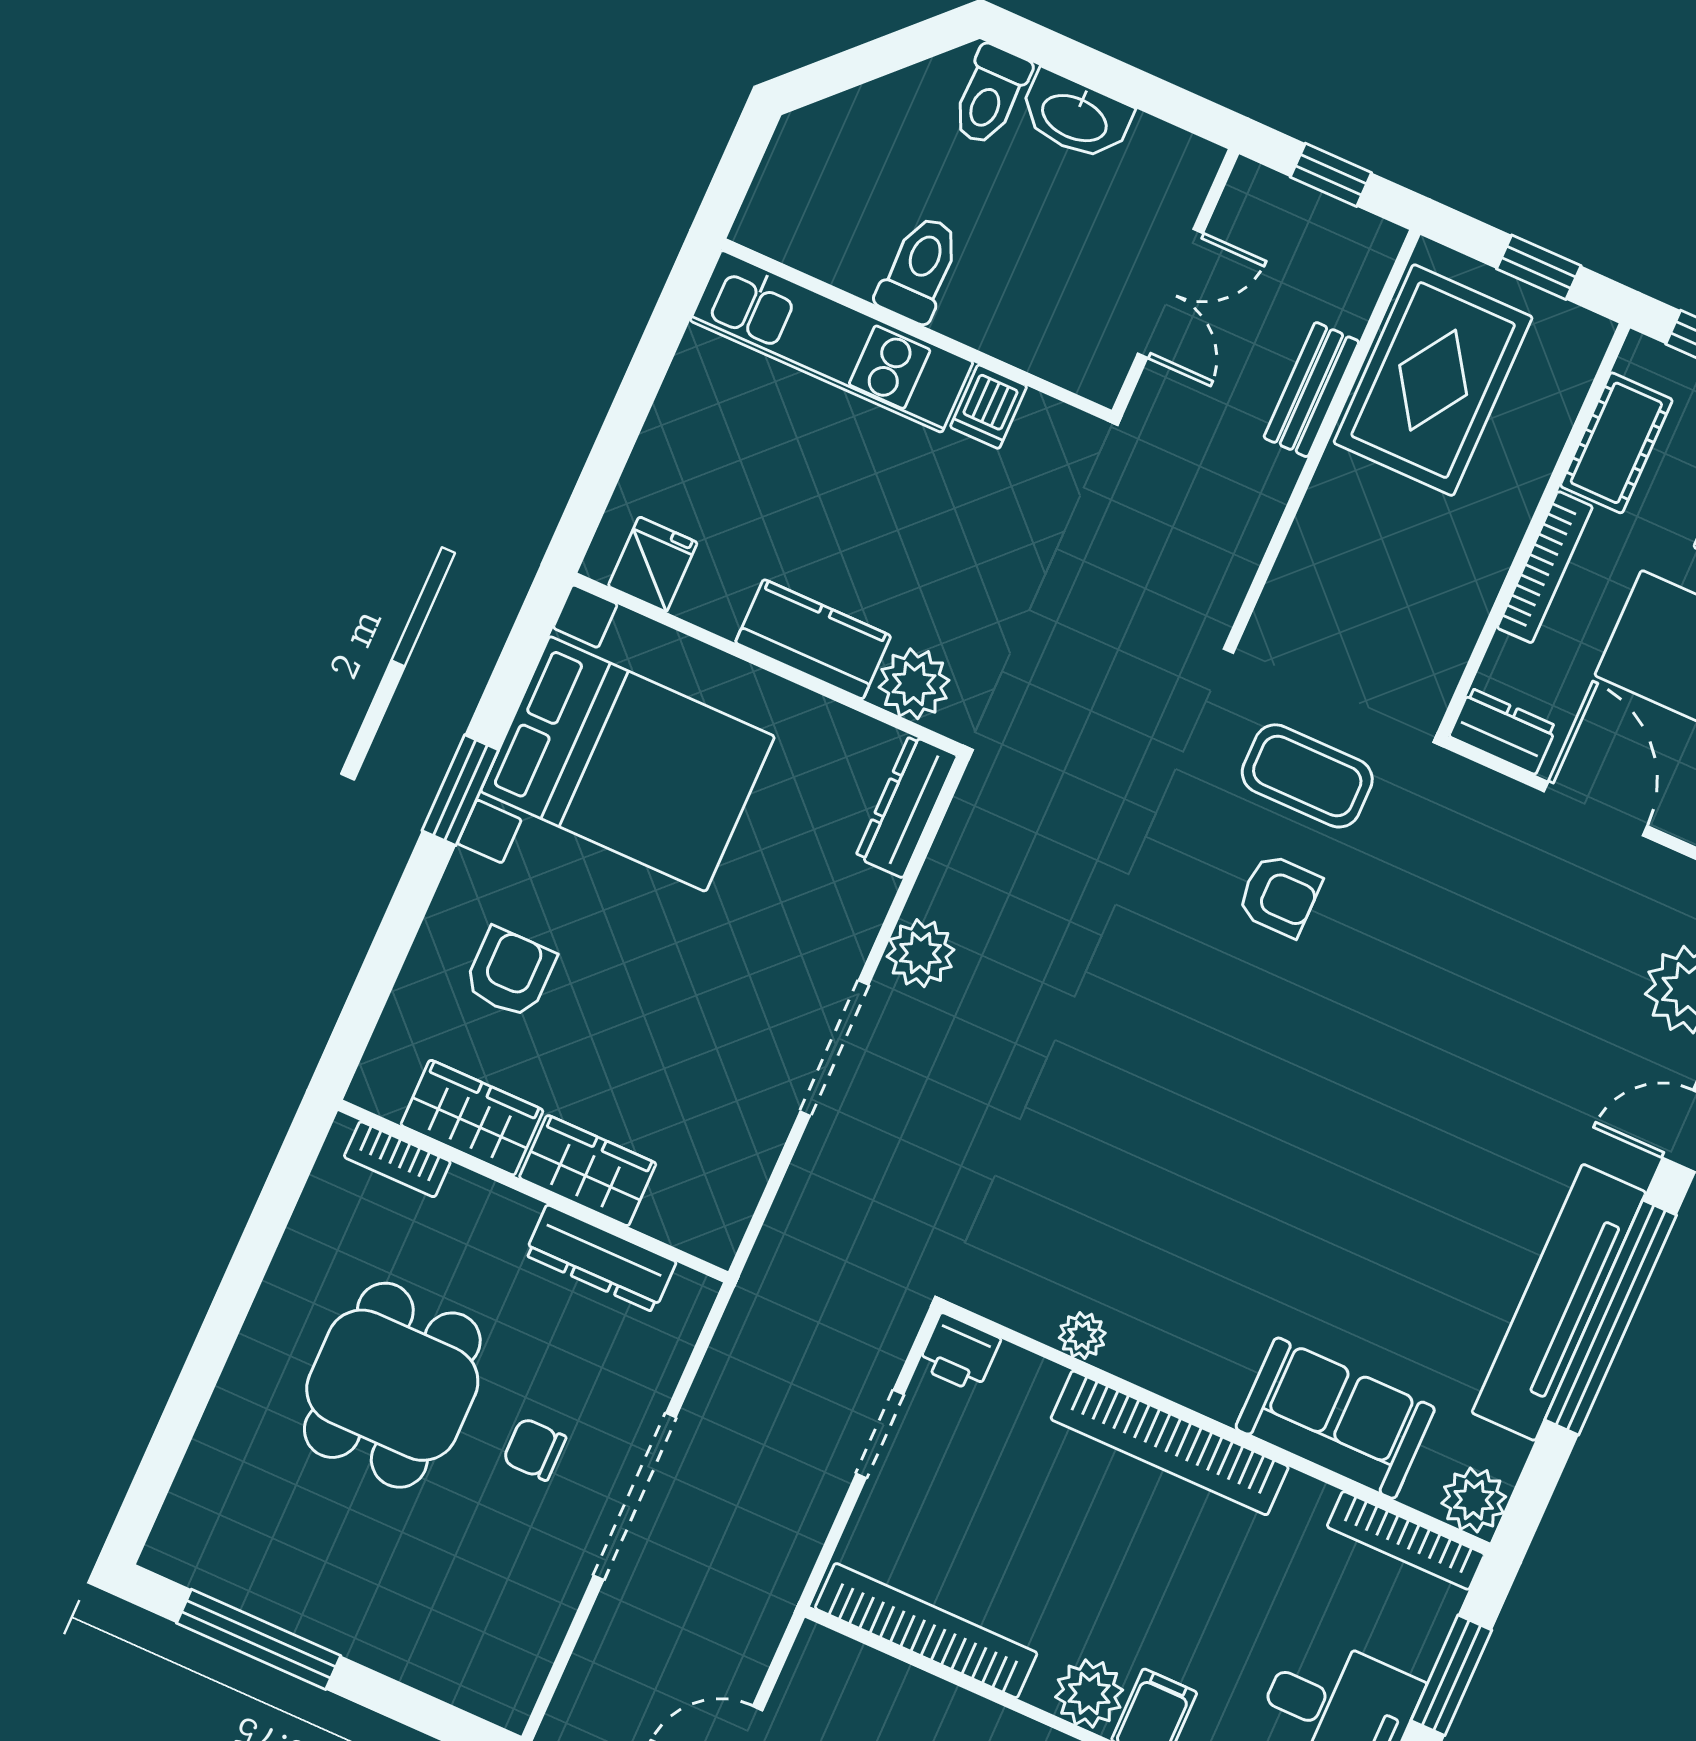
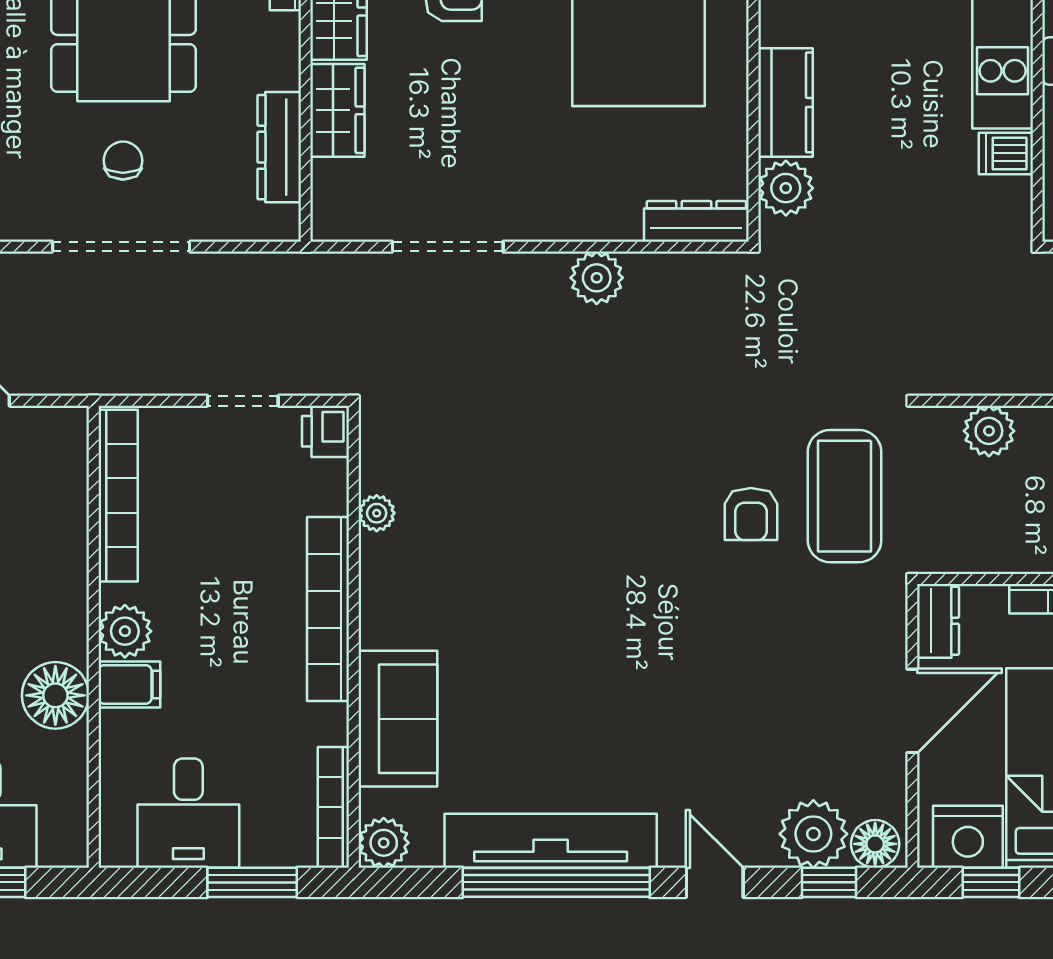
plant: (1306, 572) -> (989, 431), added
coffee table: (1307, 776) -> (845, 496), width x1.36, depth x1.32
doorway: (834, 1048) -> (448, 247), moved

